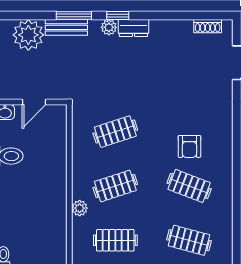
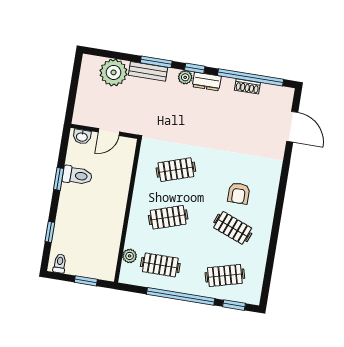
window: (181, 15) -> (251, 77), added
shoe rack: (208, 26) -> (247, 86), moved
plant: (80, 208) -> (130, 256), moved
clothes rail: (189, 240) -> (225, 276), turned -30

